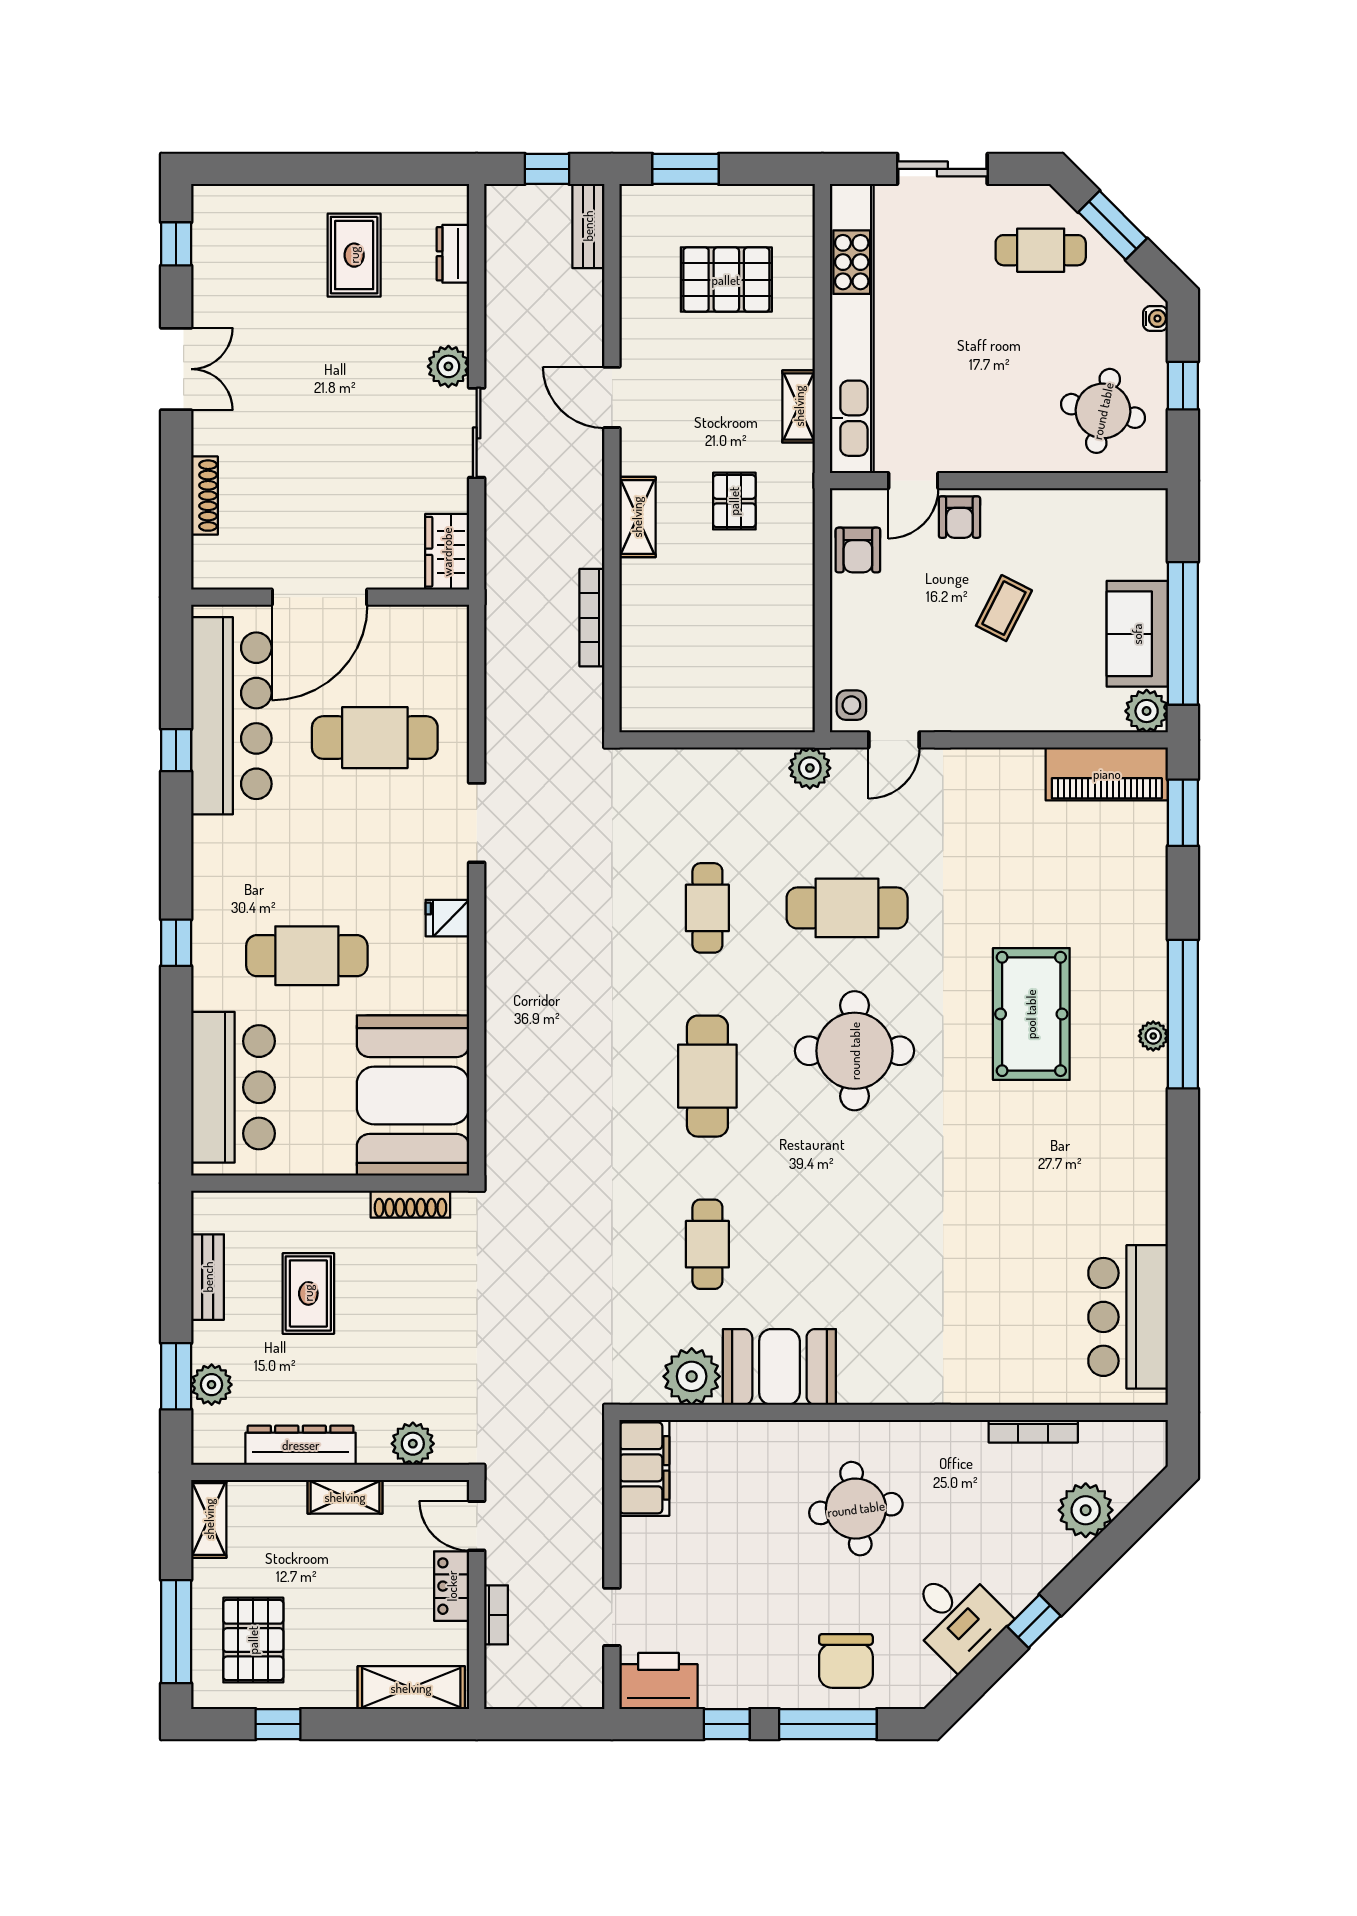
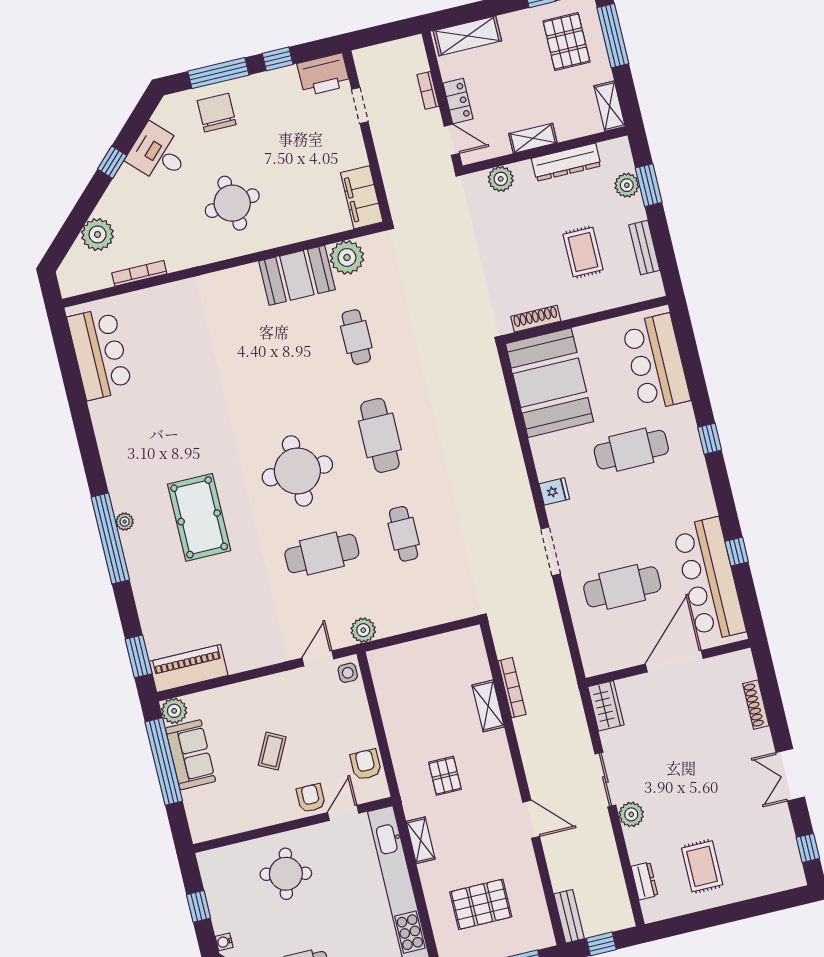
round table: (1103, 411) -> (286, 874), moved
shelving: (637, 517) -> (488, 706), moved

